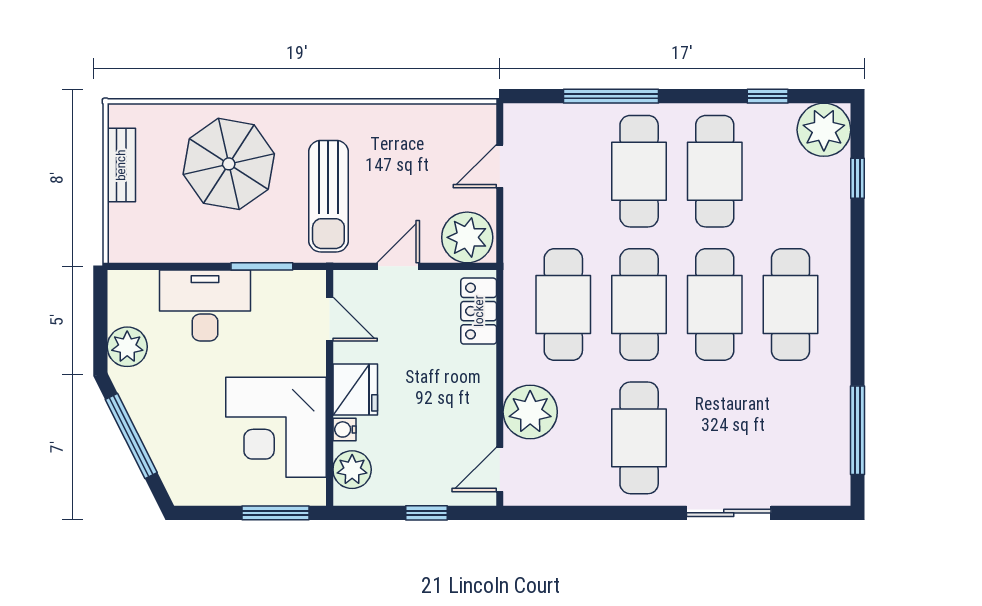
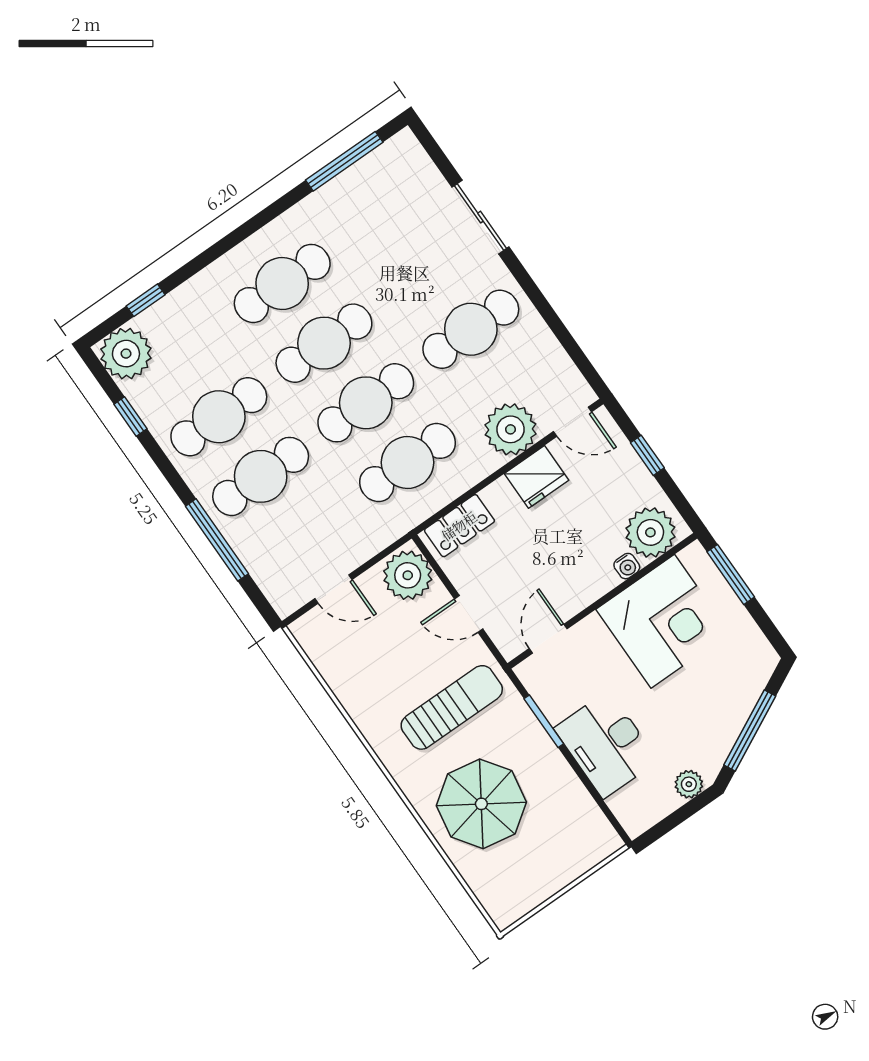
bench: (121, 165) -> (541, 888), removed
plant: (127, 347) -> (689, 784), width x0.73, depth x0.73
fridge: (355, 390) -> (537, 477), moved, turned 180
plant: (352, 470) -> (650, 532), width x1.36, depth x1.36

